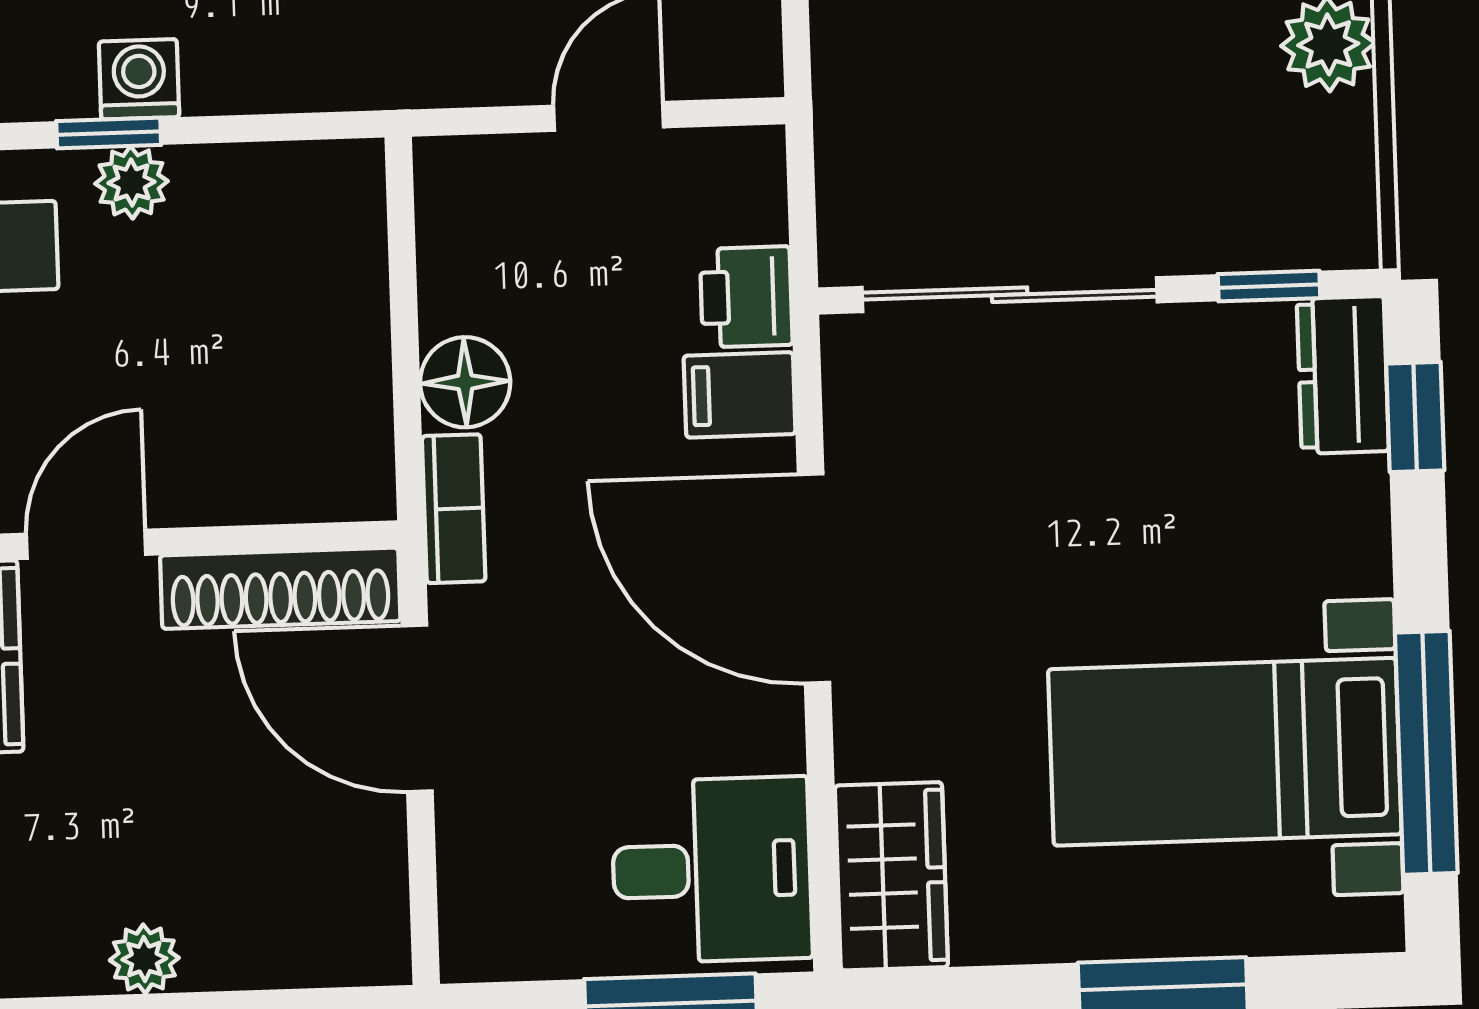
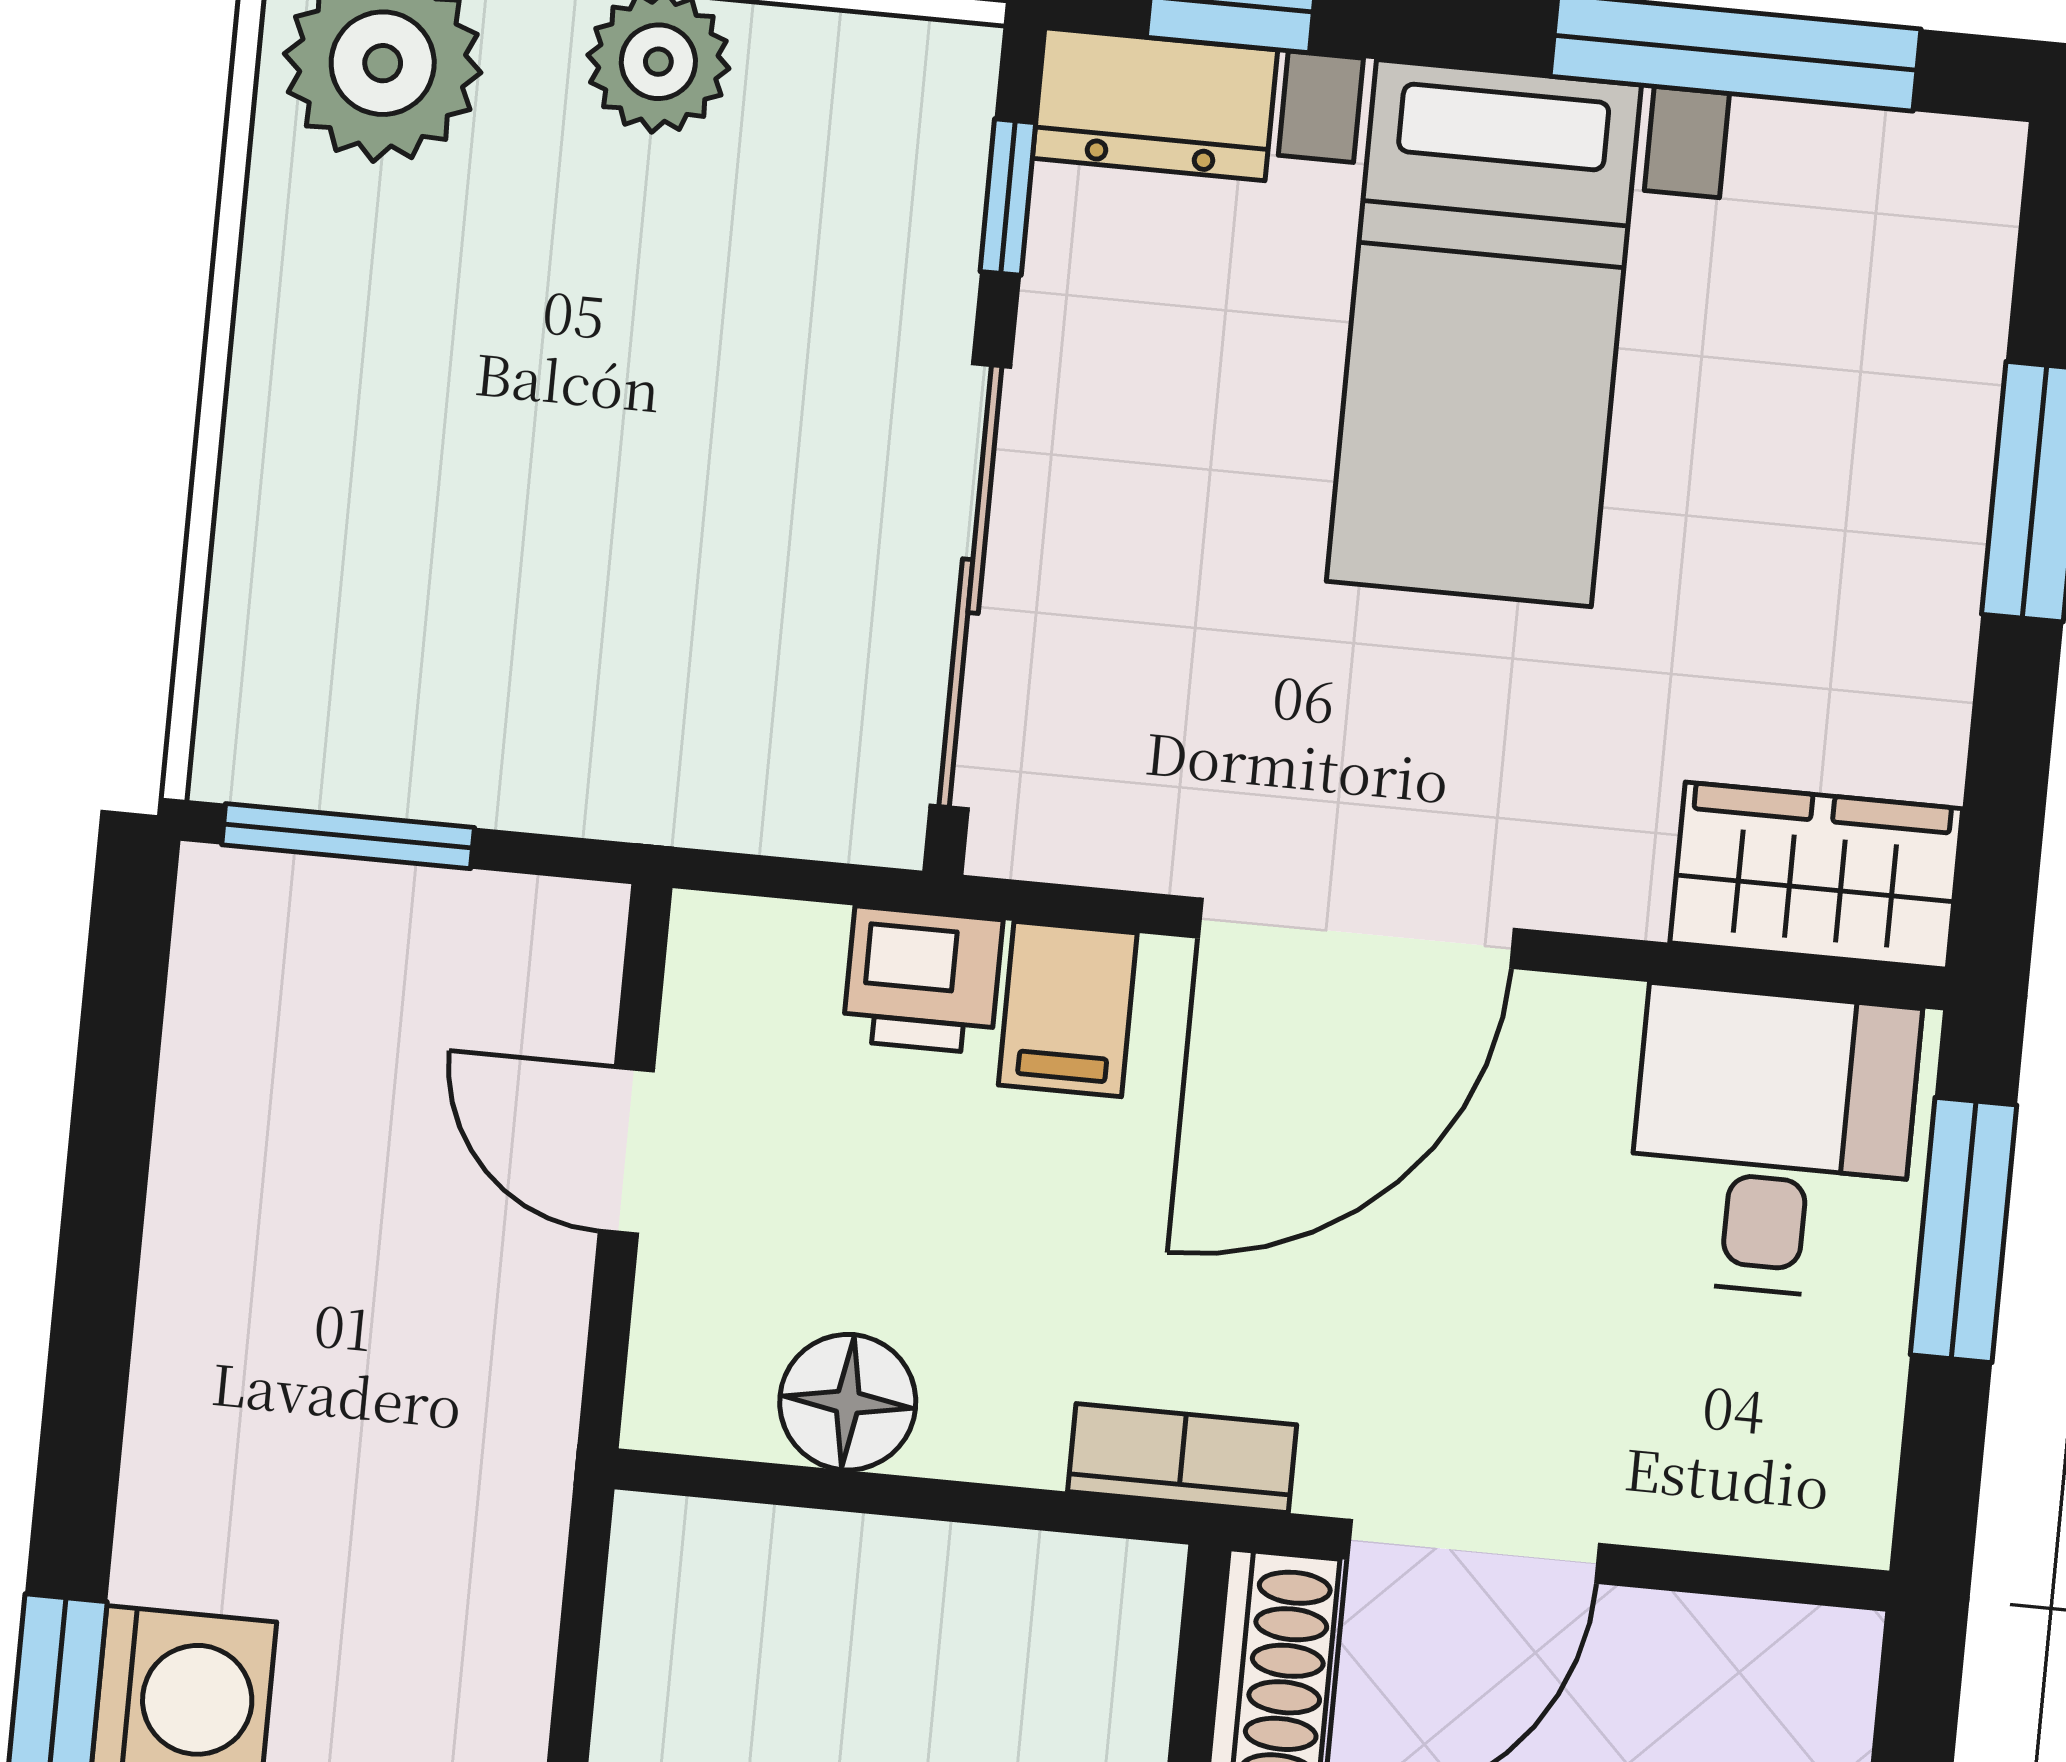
floor lamp: (465, 382) -> (848, 1402), moved
bed with nightstands: (1225, 752) -> (1484, 333), moved

